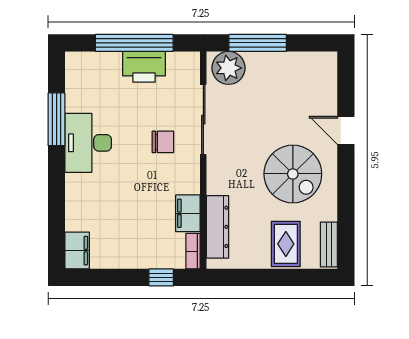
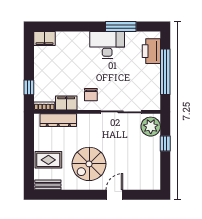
window: (258, 43) -> (165, 143), width x0.46
printer: (144, 67) -> (151, 51), moved
chair: (163, 142) -> (91, 95), moved

